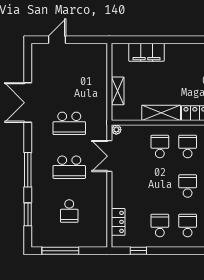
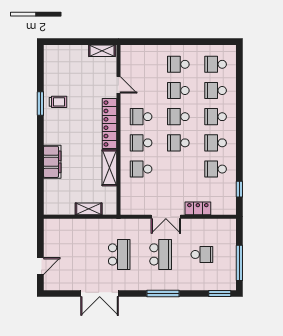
door: (57, 40) -> (40, 266), swing flipped
filing cabinet: (146, 52) -> (52, 162), moved
plant: (116, 130) -> (125, 210), removed
double door: (109, 156) -> (166, 217), moved
window: (28, 214) -> (220, 294), moved
locker: (118, 222) -> (198, 208), moved

